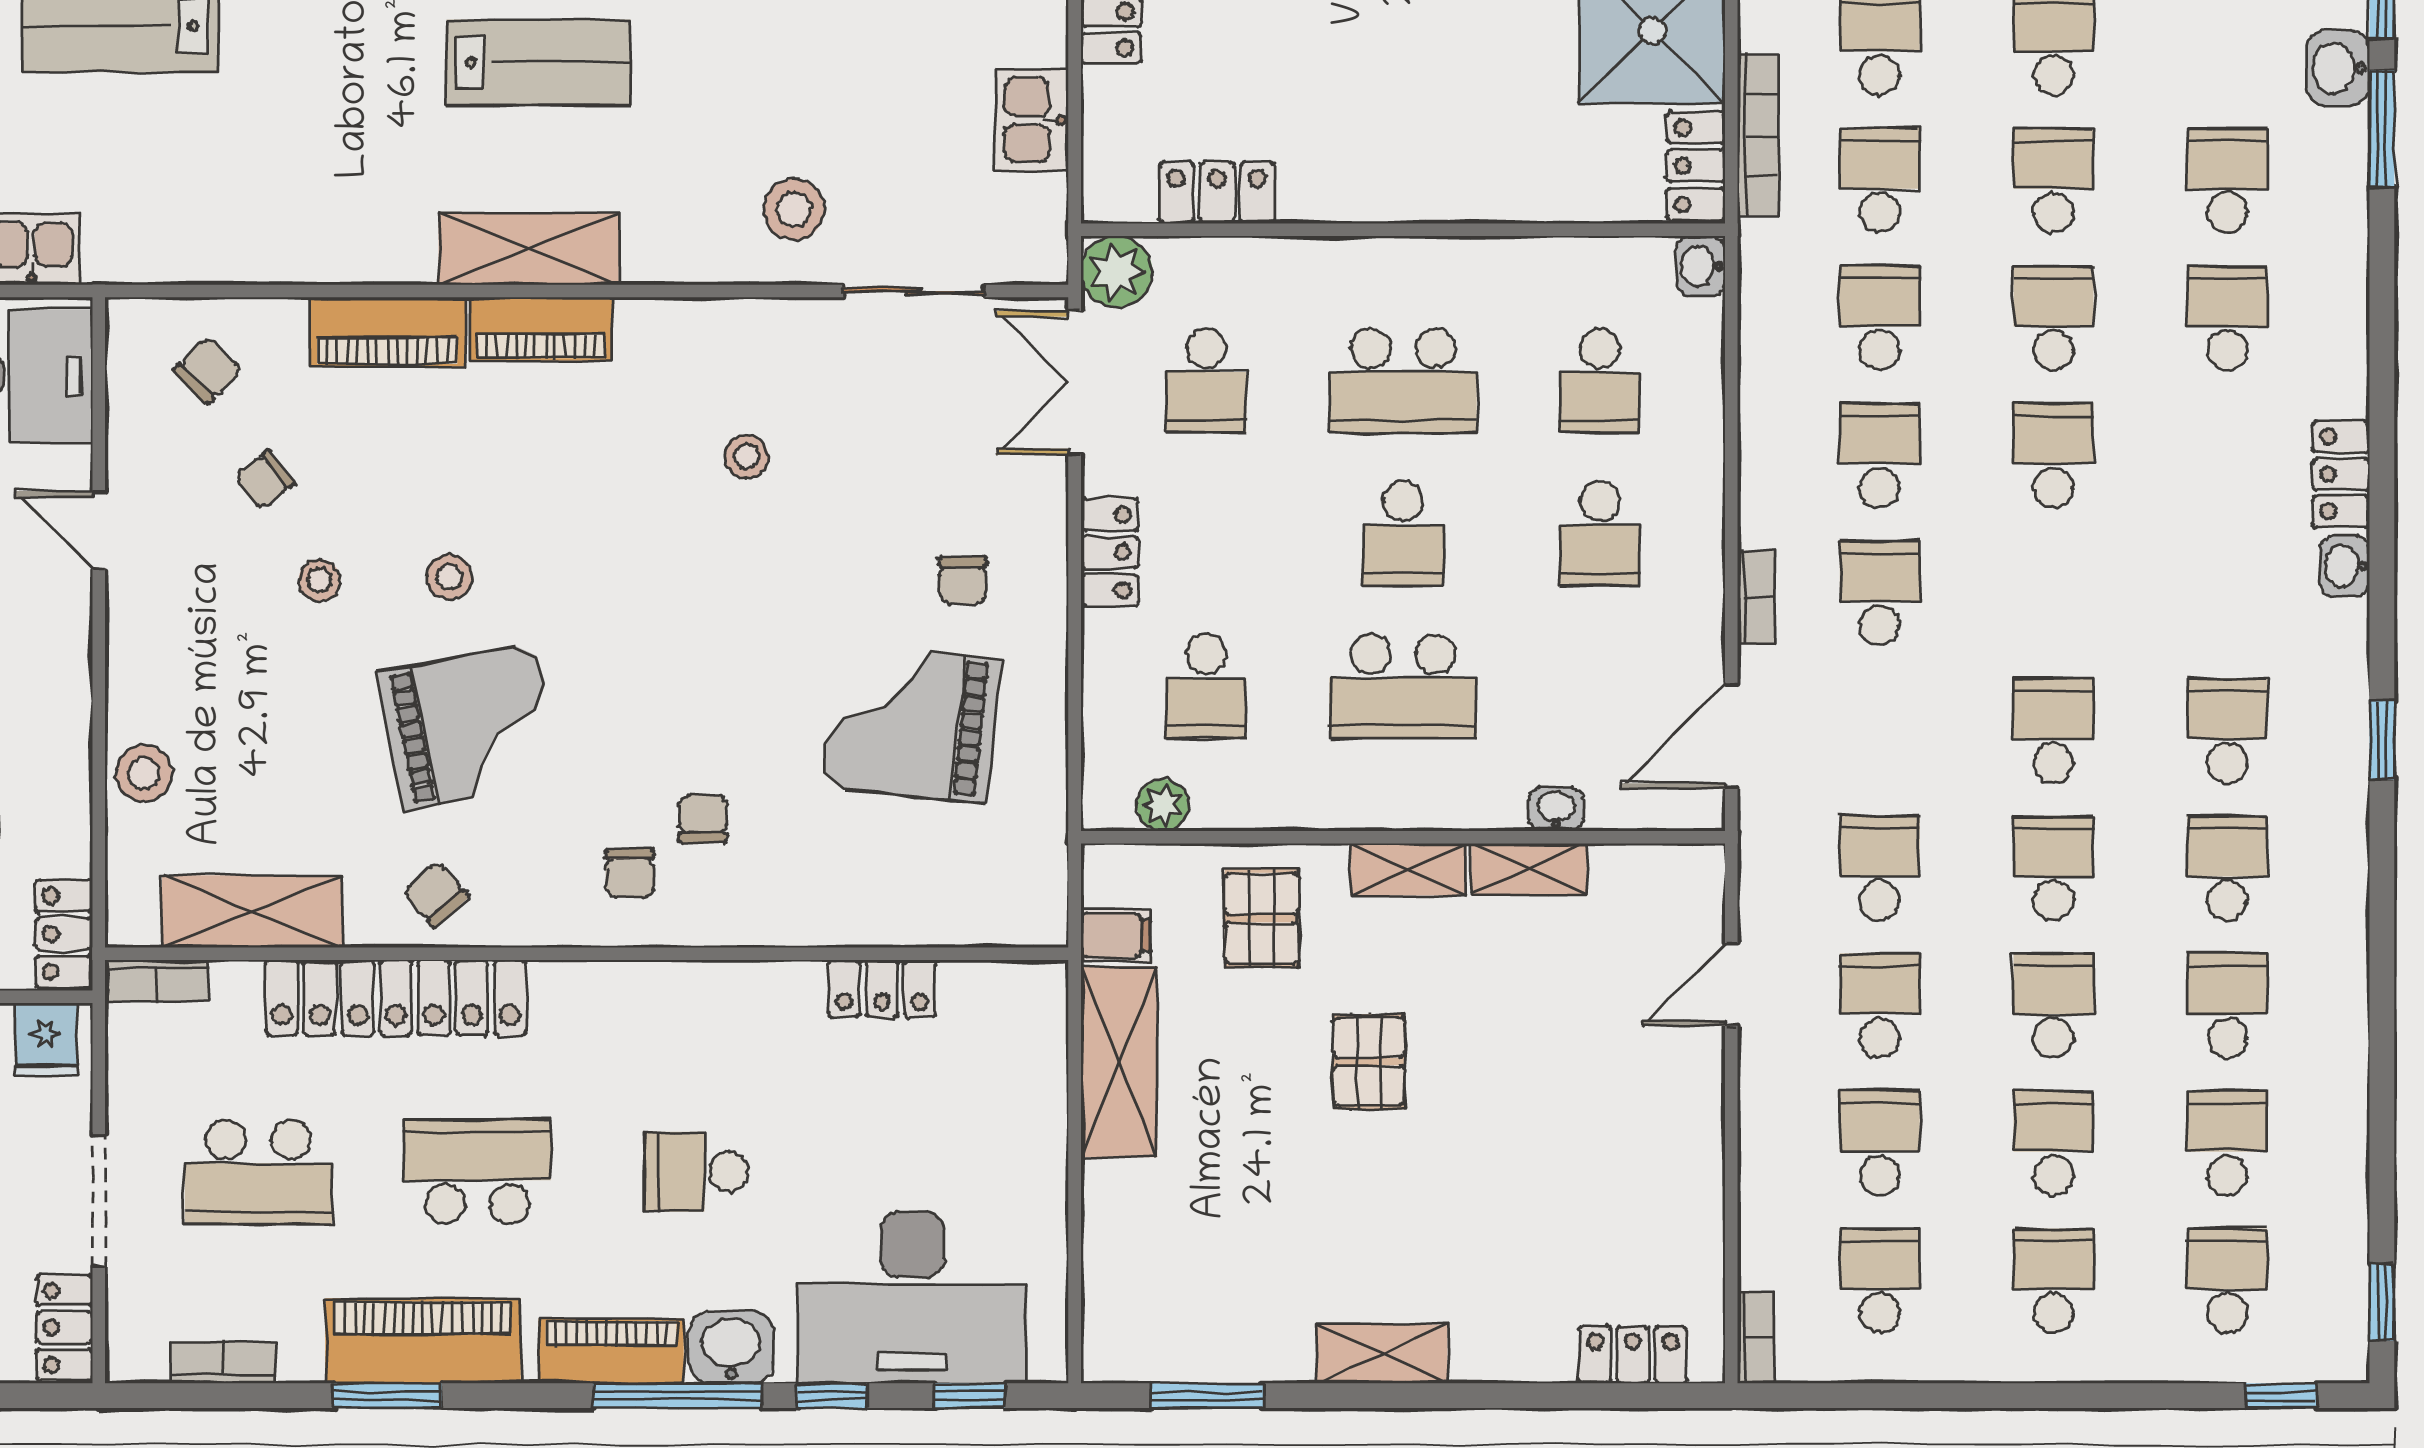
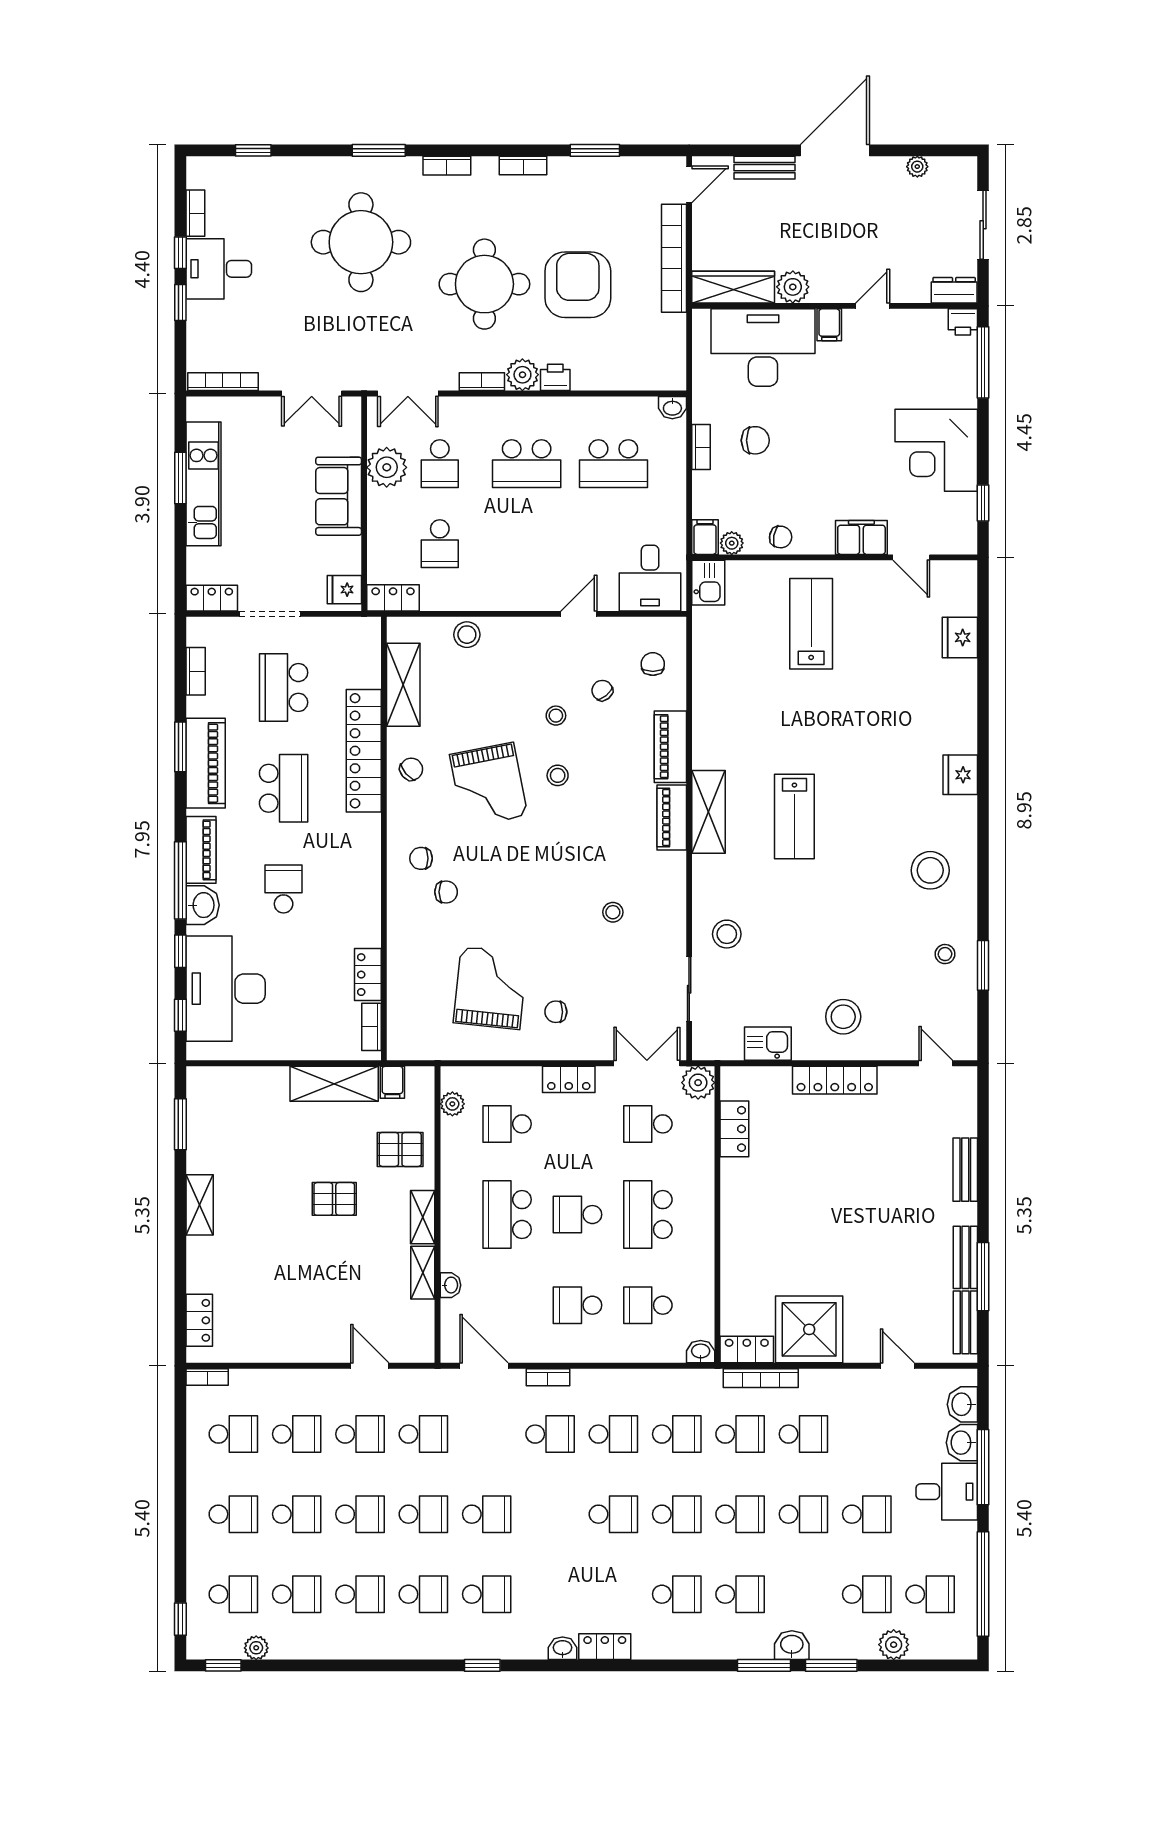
chair: (208, 370) -> (653, 664), turned -135
bookcase: (157, 981) -> (372, 1027), moved
plant: (2344, 1231) -> (256, 1648), added

